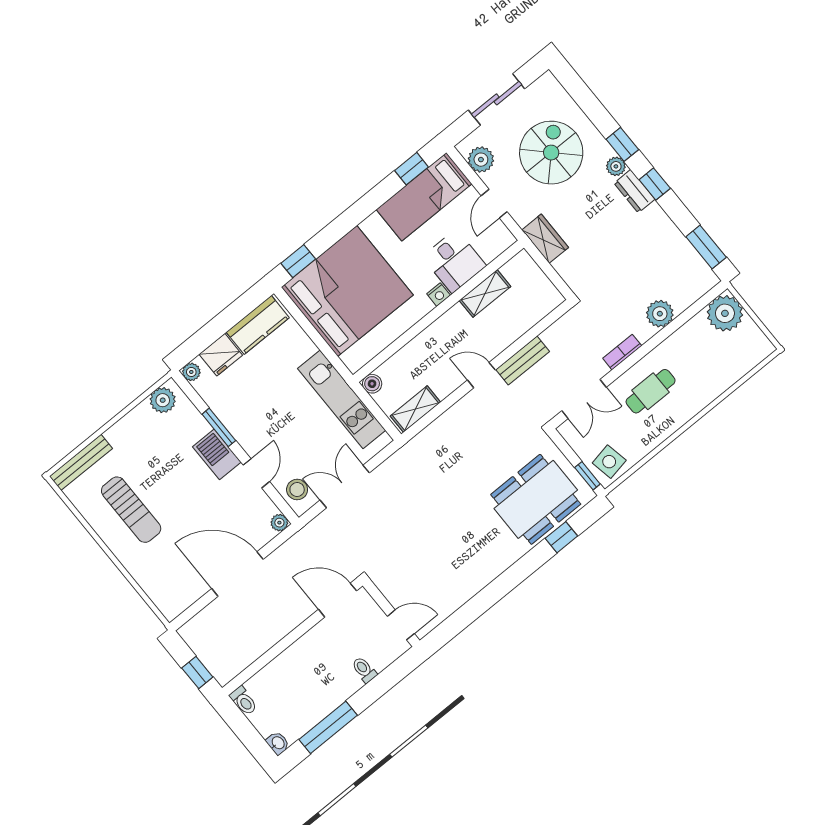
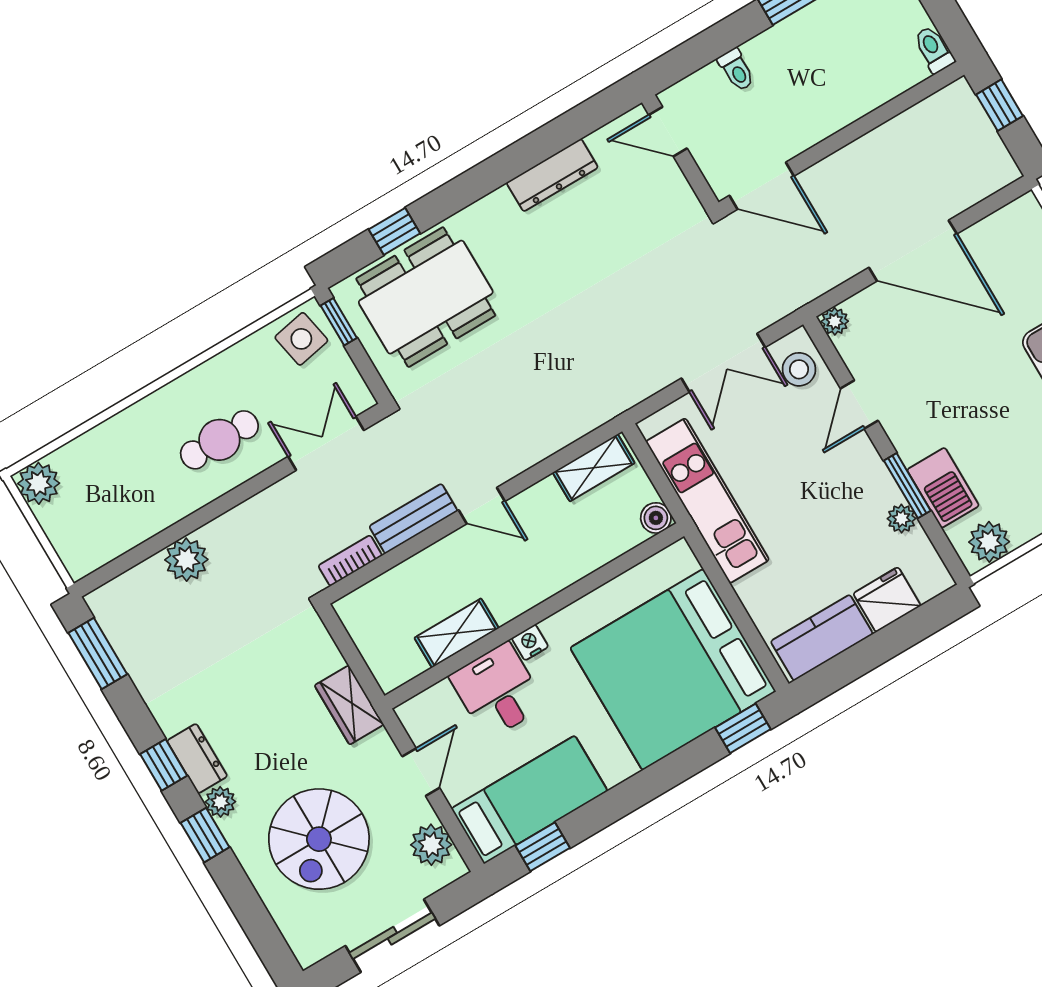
plant: (725, 313) -> (39, 483), moved, width x0.73, depth x0.73
bookcase: (622, 352) -> (350, 561), moved, turned 180
plant: (191, 372) -> (902, 519), moved
barbecue: (217, 454) -> (943, 488), moved
dresser: (469, 587) -> (552, 175), added

